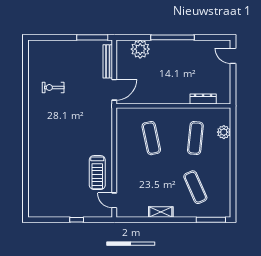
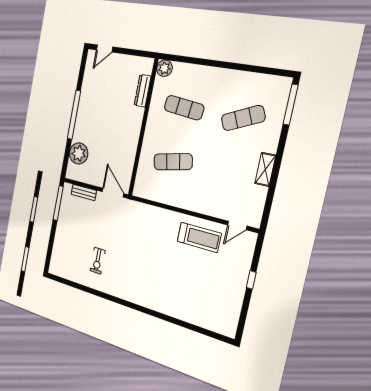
bench: (108, 61) -> (84, 192), width x0.73
plant: (224, 132) -> (164, 68), moved

